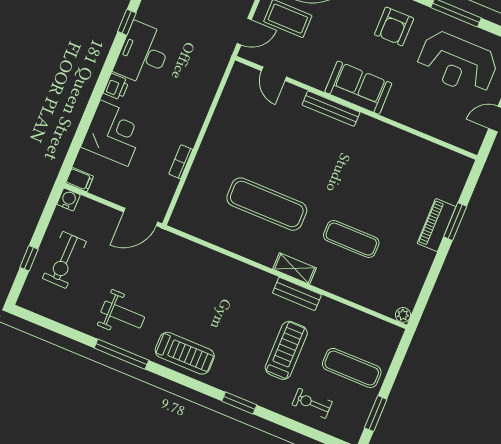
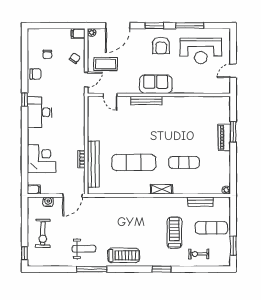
printer: (116, 87) -> (33, 135), removed
bench: (197, 179) -> (93, 164), added
water cooler: (69, 199) -> (48, 202), moved
window: (29, 258) -> (25, 253), moved
bench: (297, 294) -> (200, 202), moved

